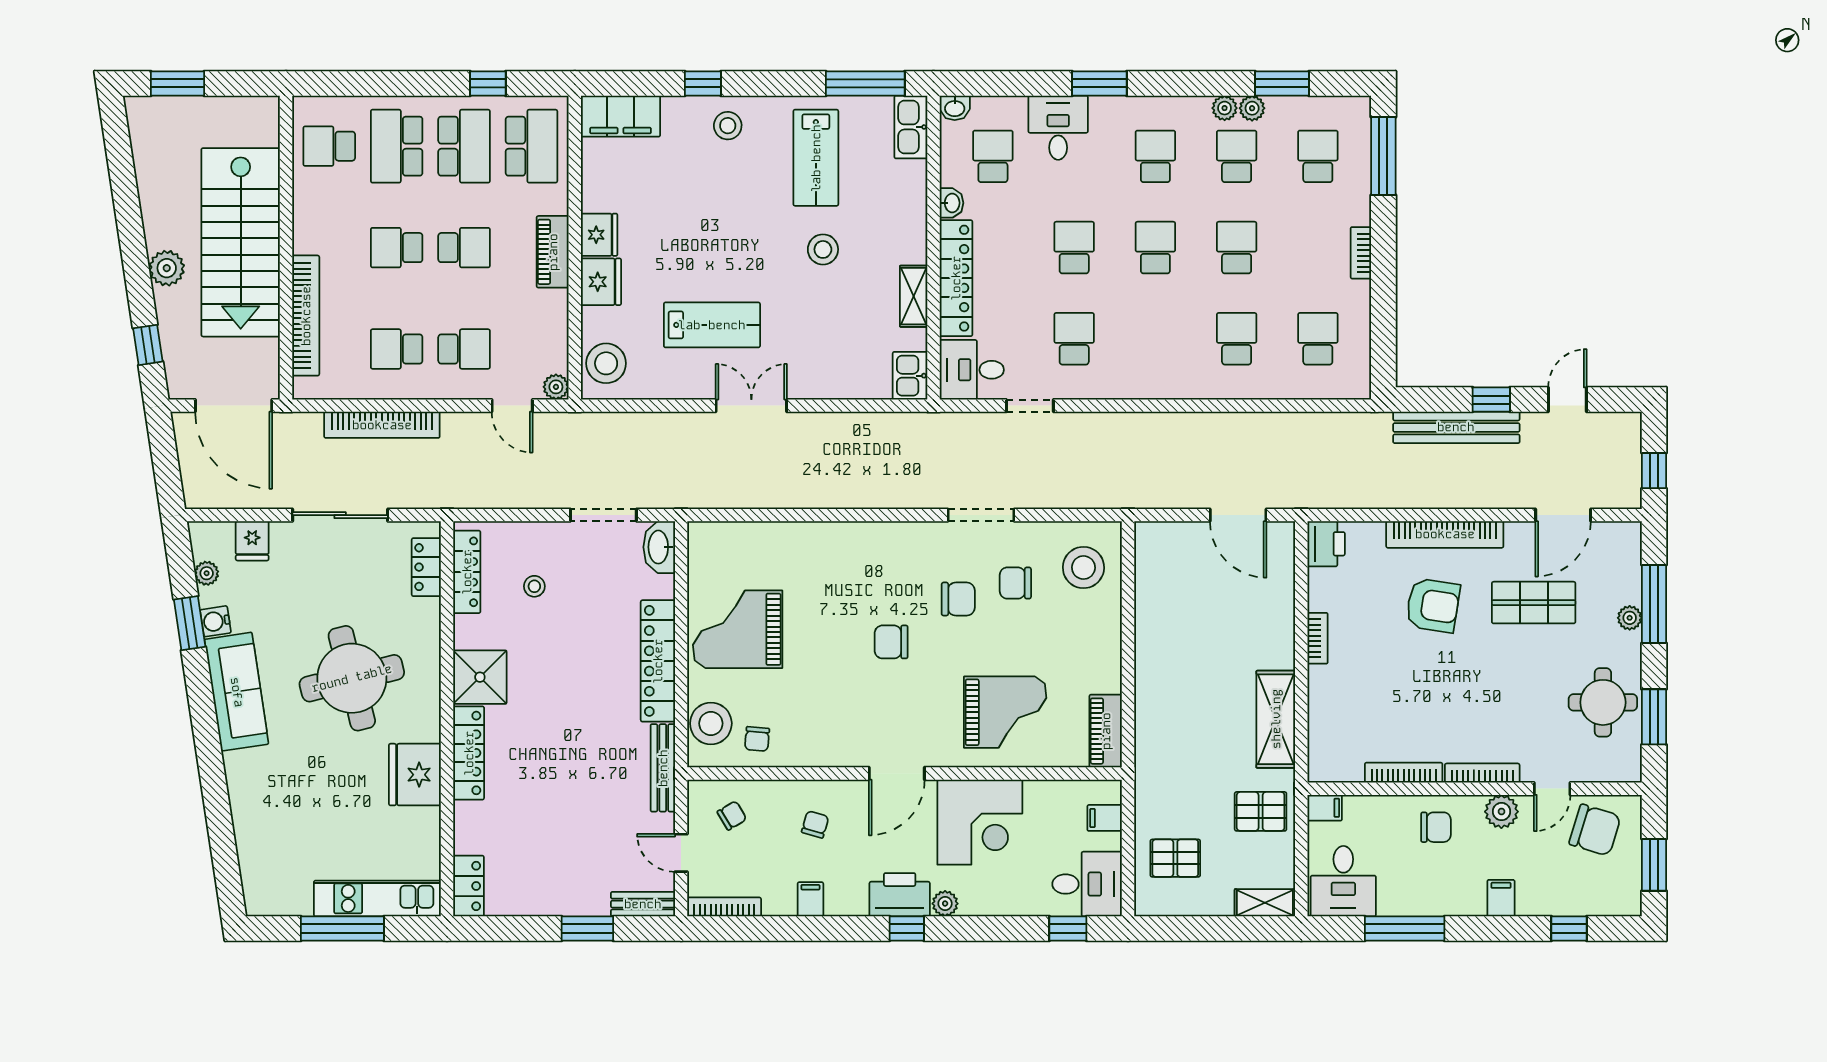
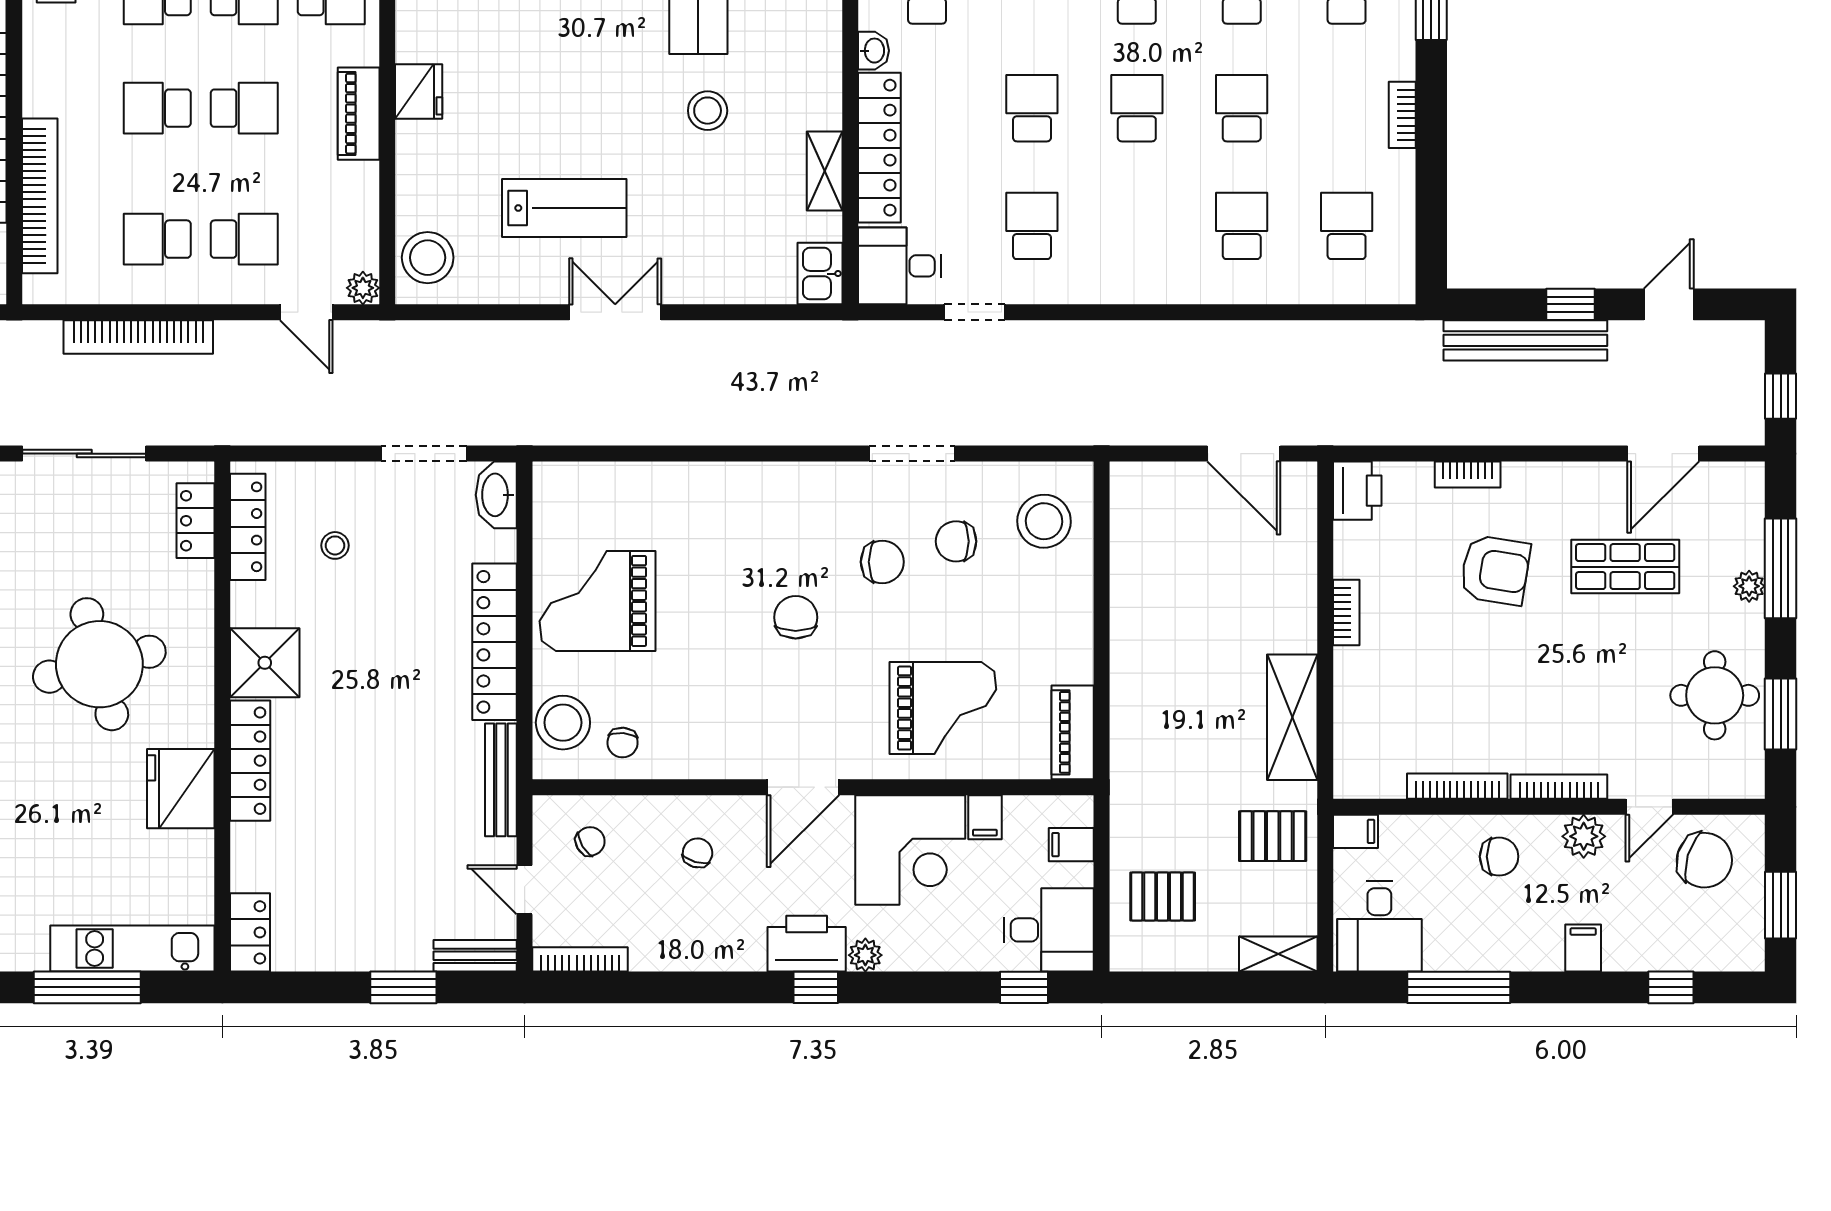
fridge: (601, 282) -> (421, 152), removed
bookcase: (1445, 534) -> (1468, 474), width x0.43, depth x0.76
chair: (891, 642) -> (796, 617), turned 90
filing cabinet: (810, 899) -> (985, 817), moved, turned 180

